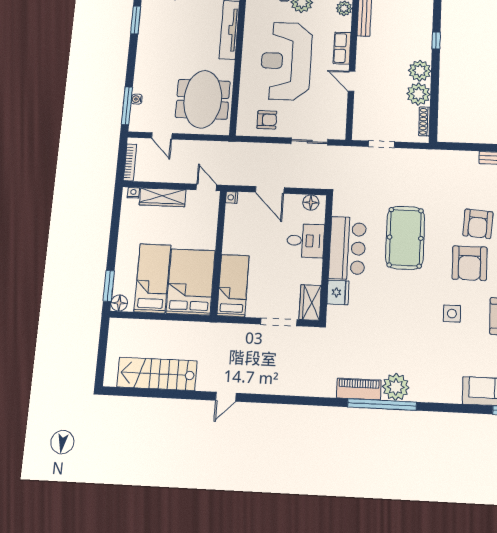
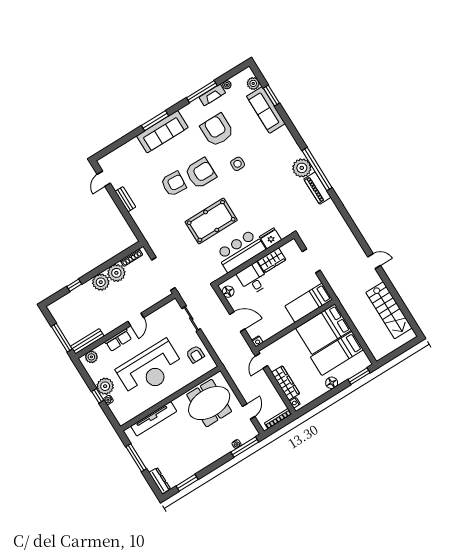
armchair: (267, 120) -> (195, 354), turned 180
doorway: (382, 144) -> (163, 274), width x1.87
door: (270, 190) -> (237, 322), hinge flipped
wardrobe: (310, 302) -> (272, 260), moved
floor lamp: (119, 303) -> (332, 383), moved

